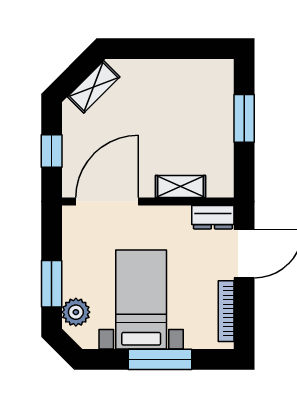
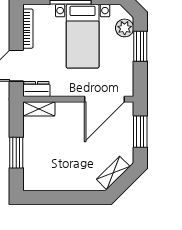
window: (52, 151) -> (140, 132), width x1.50
shelving: (181, 186) -> (39, 109), moved

